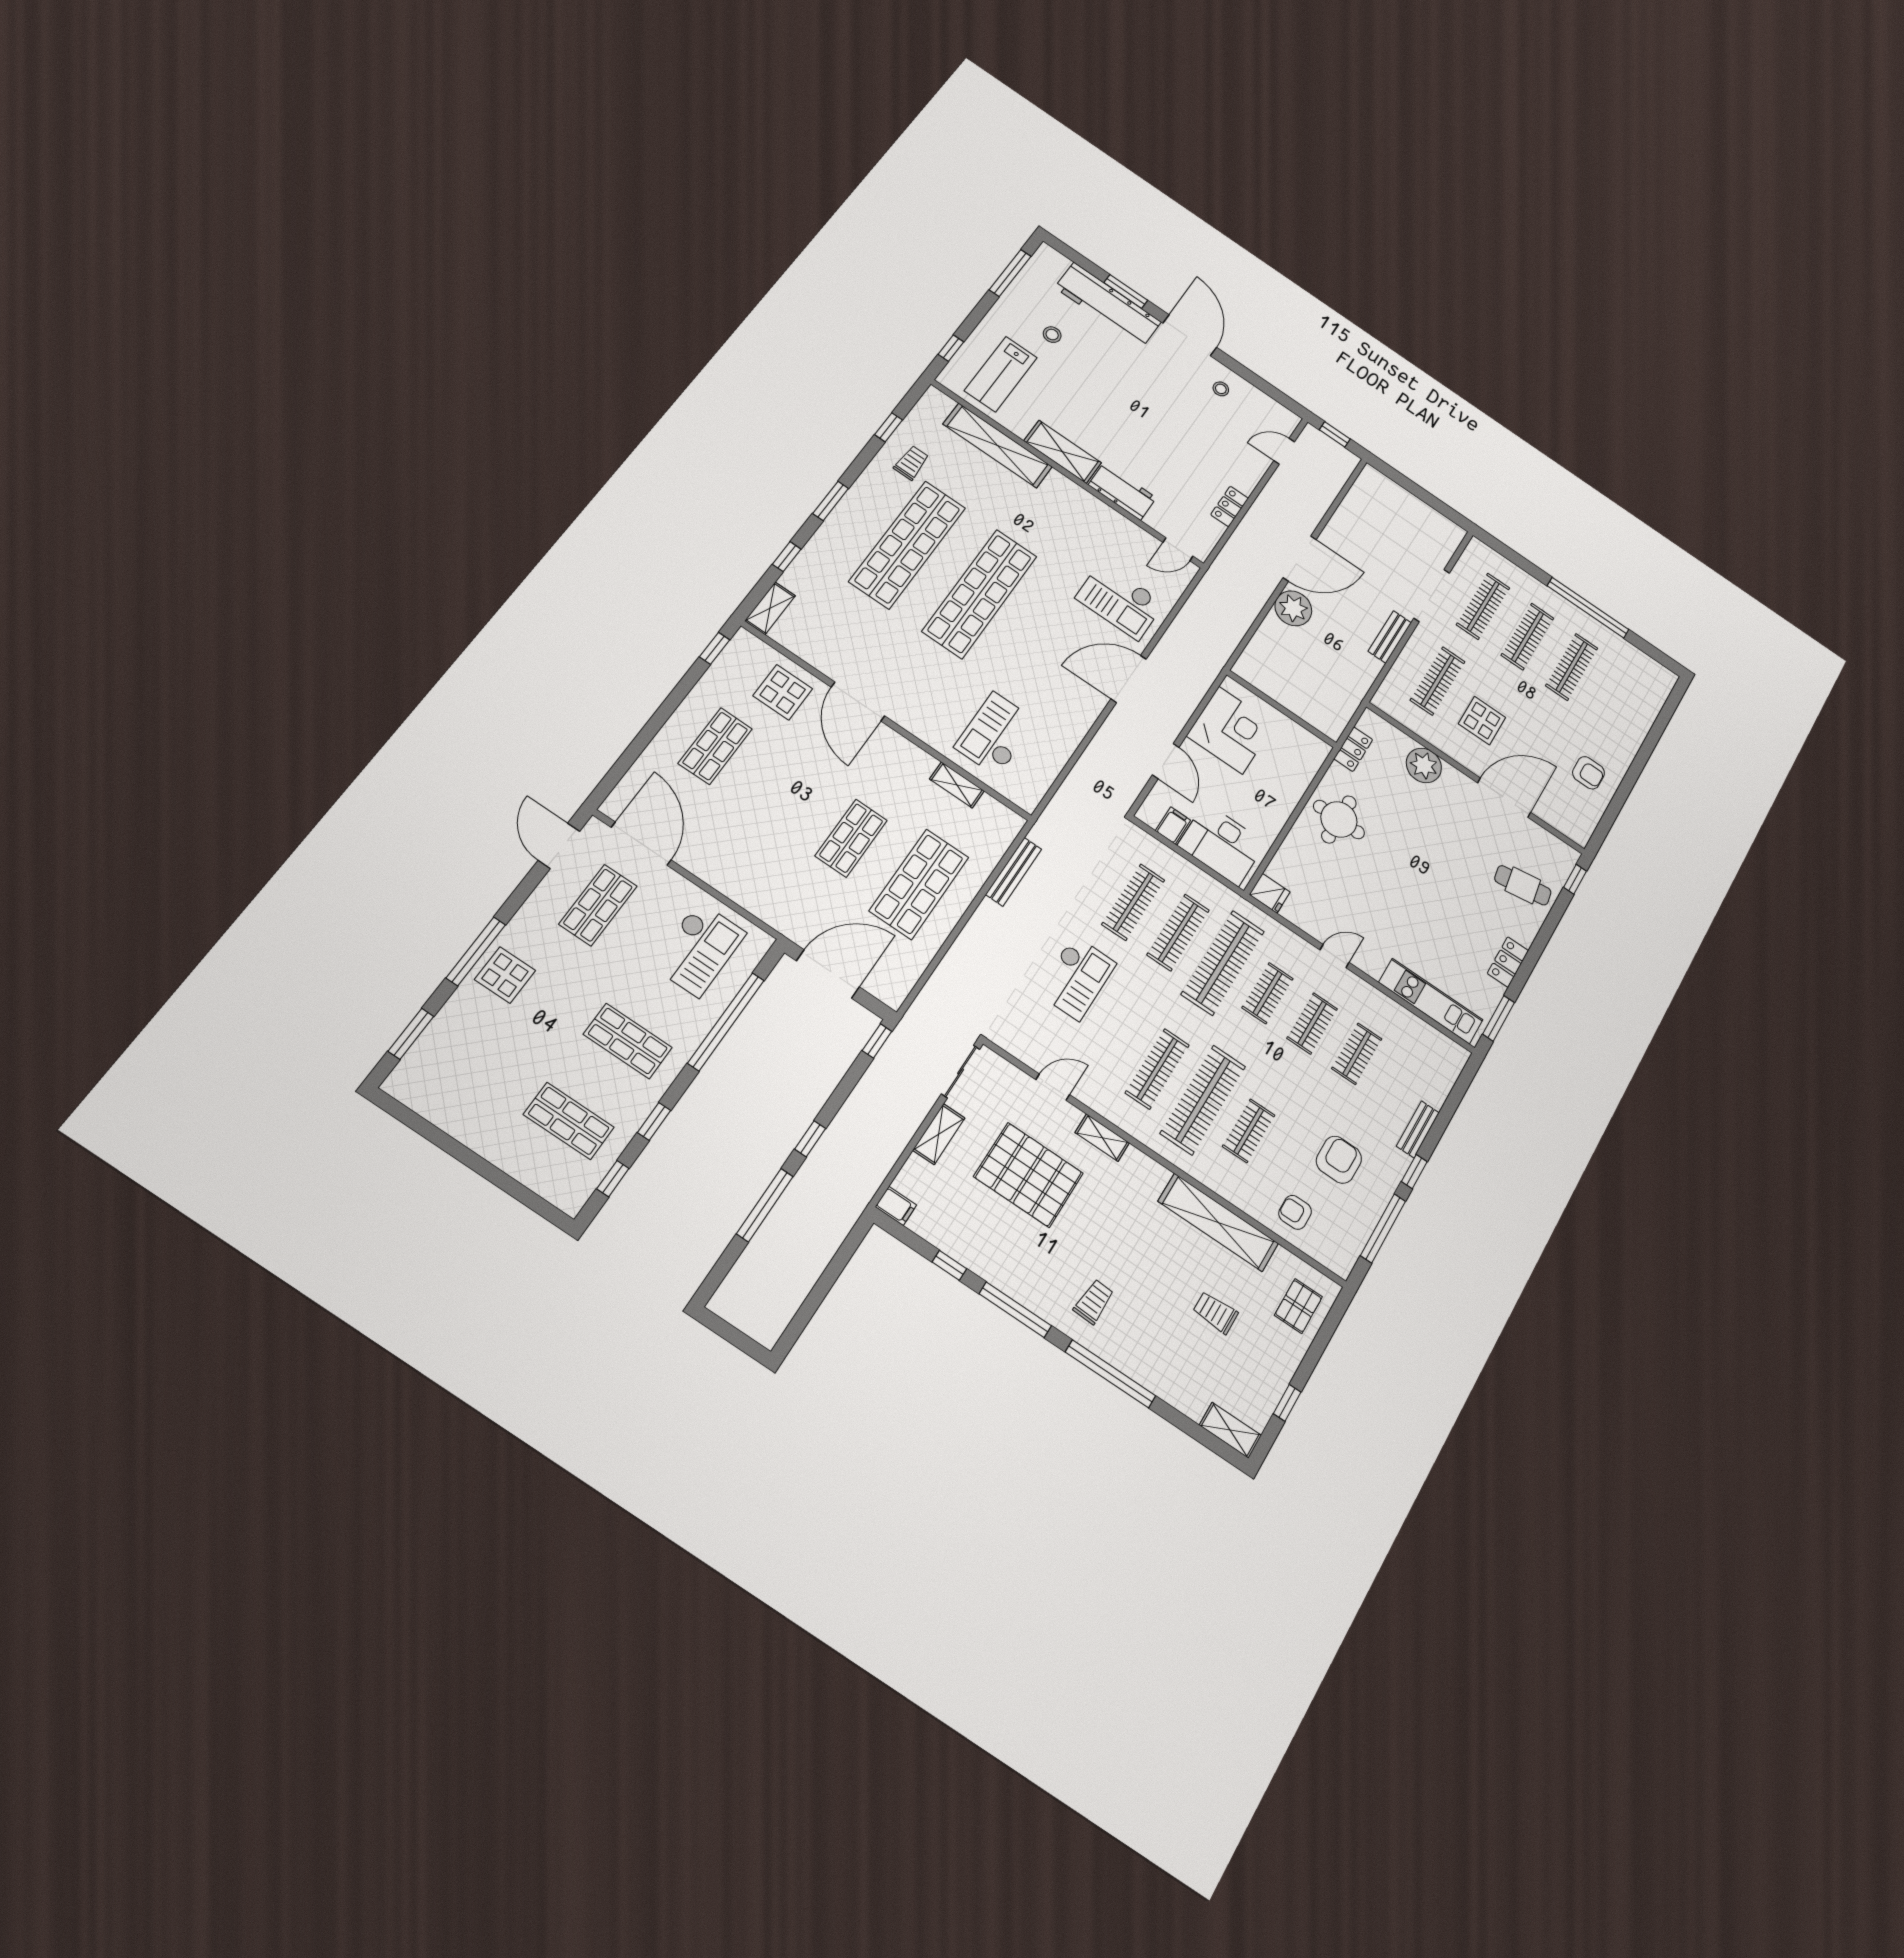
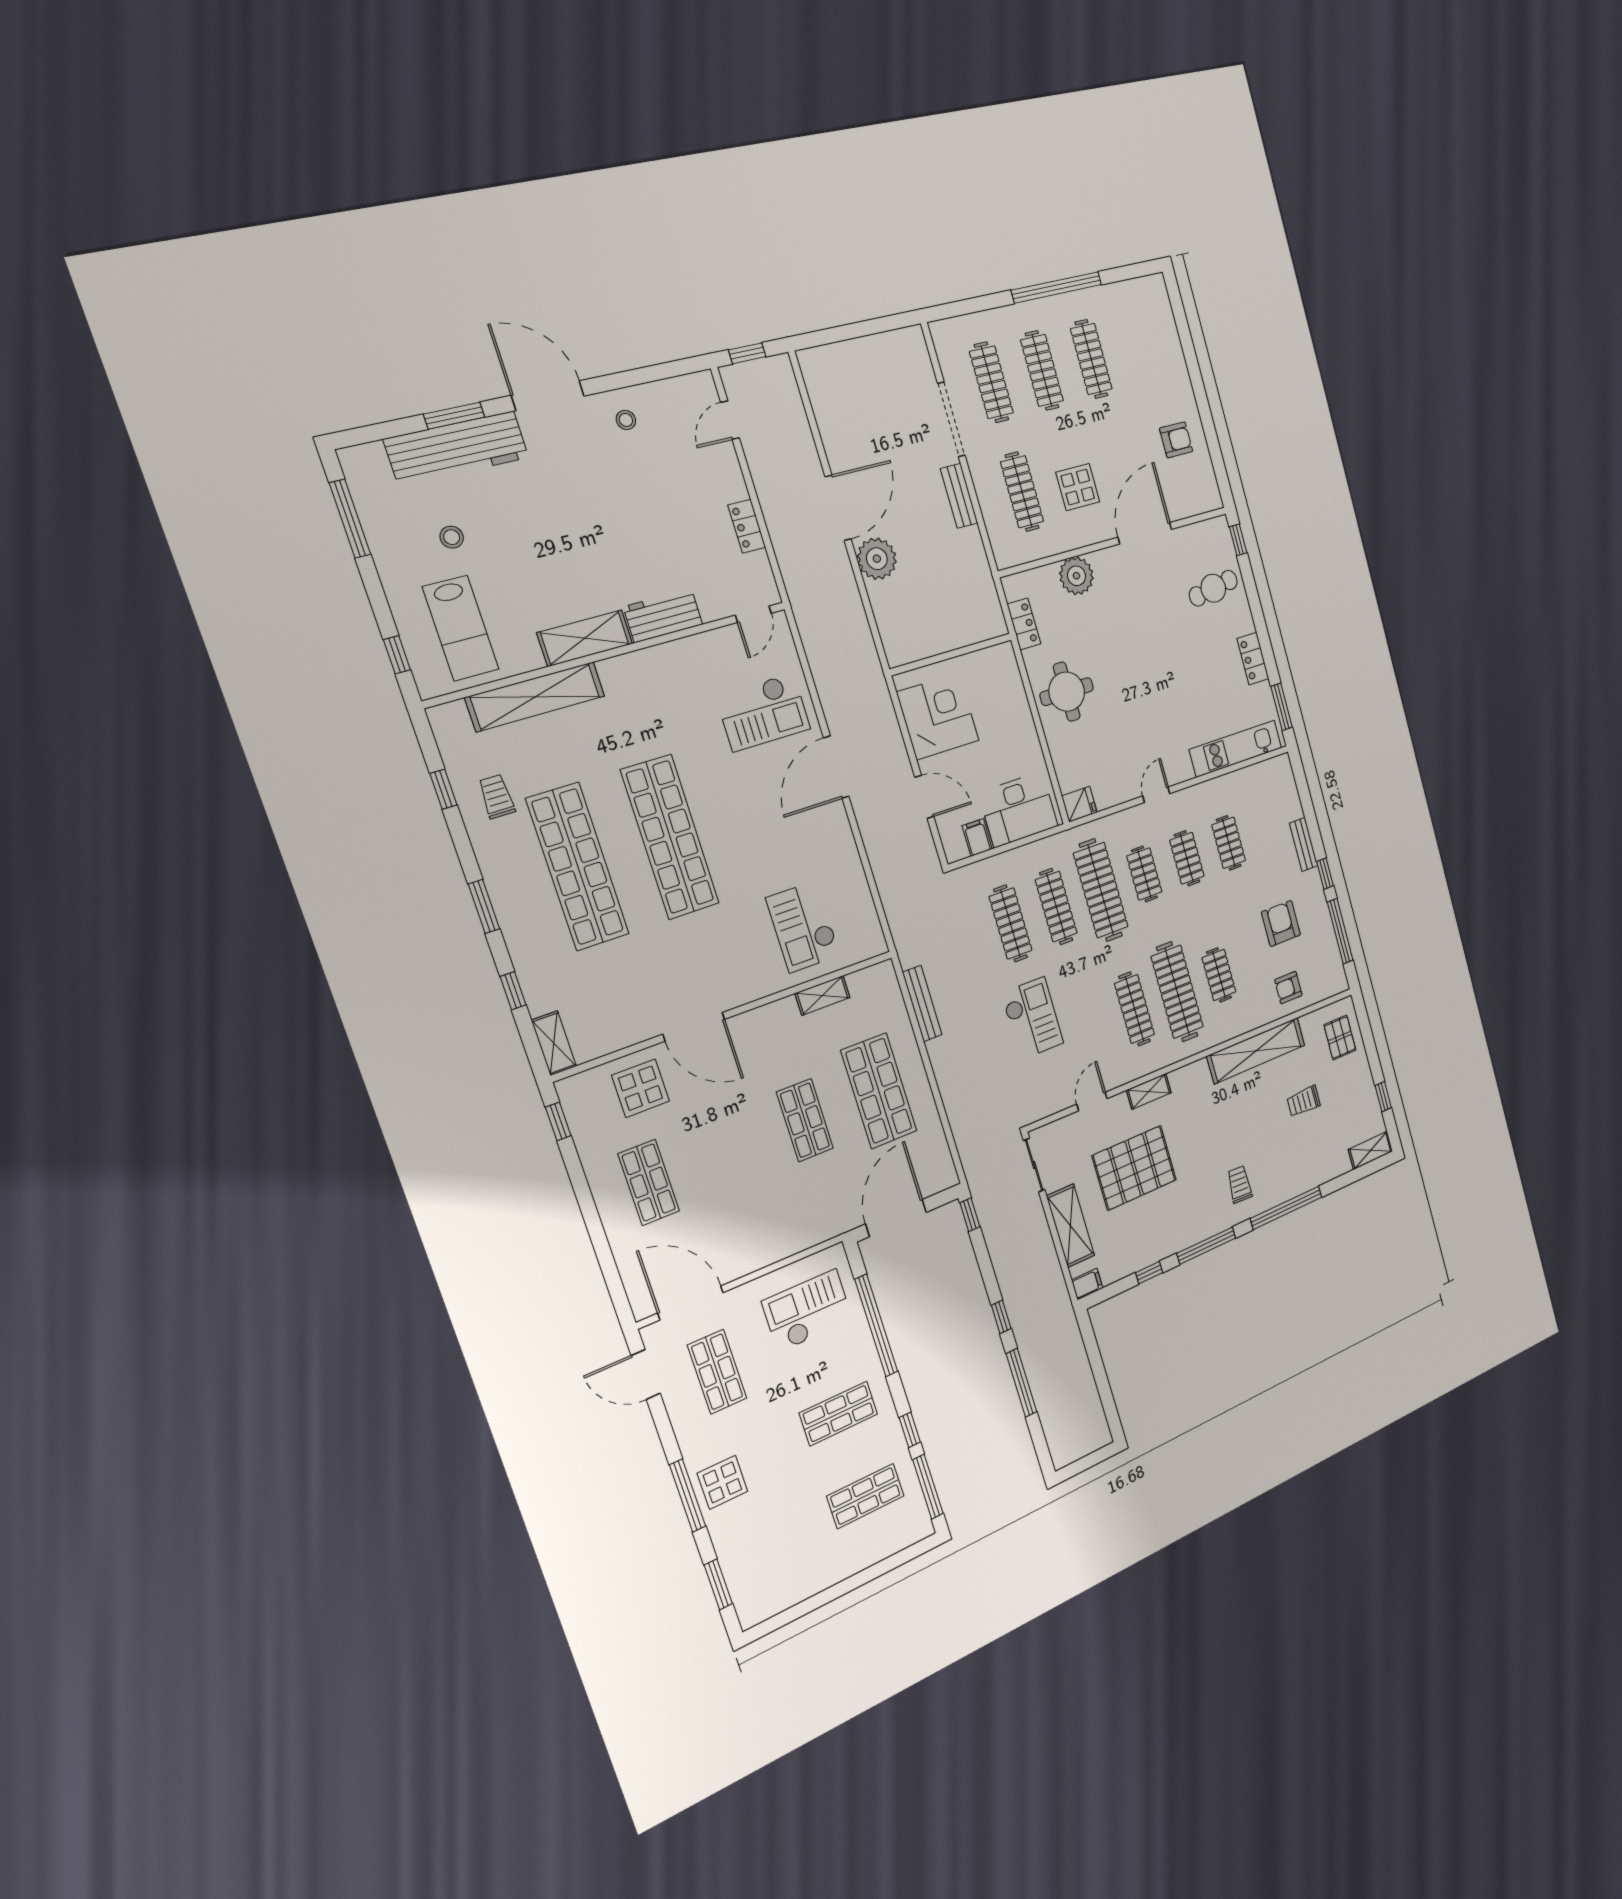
checkout: (699, 949) -> (807, 1311), turned -90
shelving: (939, 1134) -> (1071, 1226), width x1.50, depth x1.33
window: (613, 1179) -> (928, 1487), width x2.17

